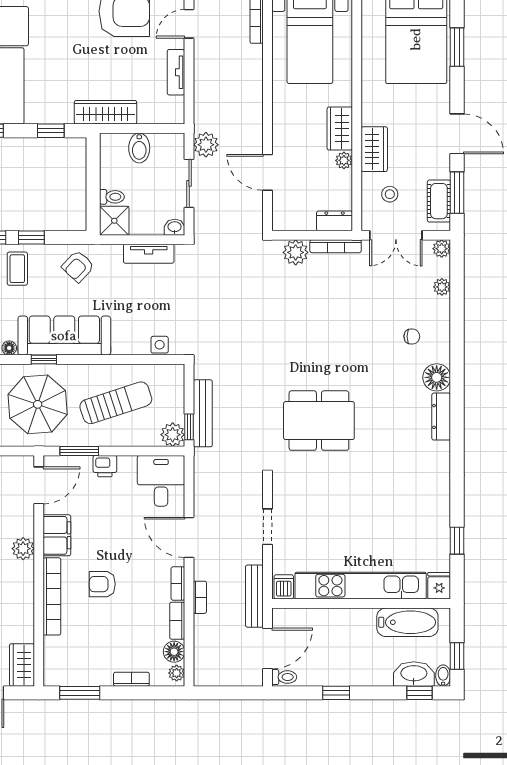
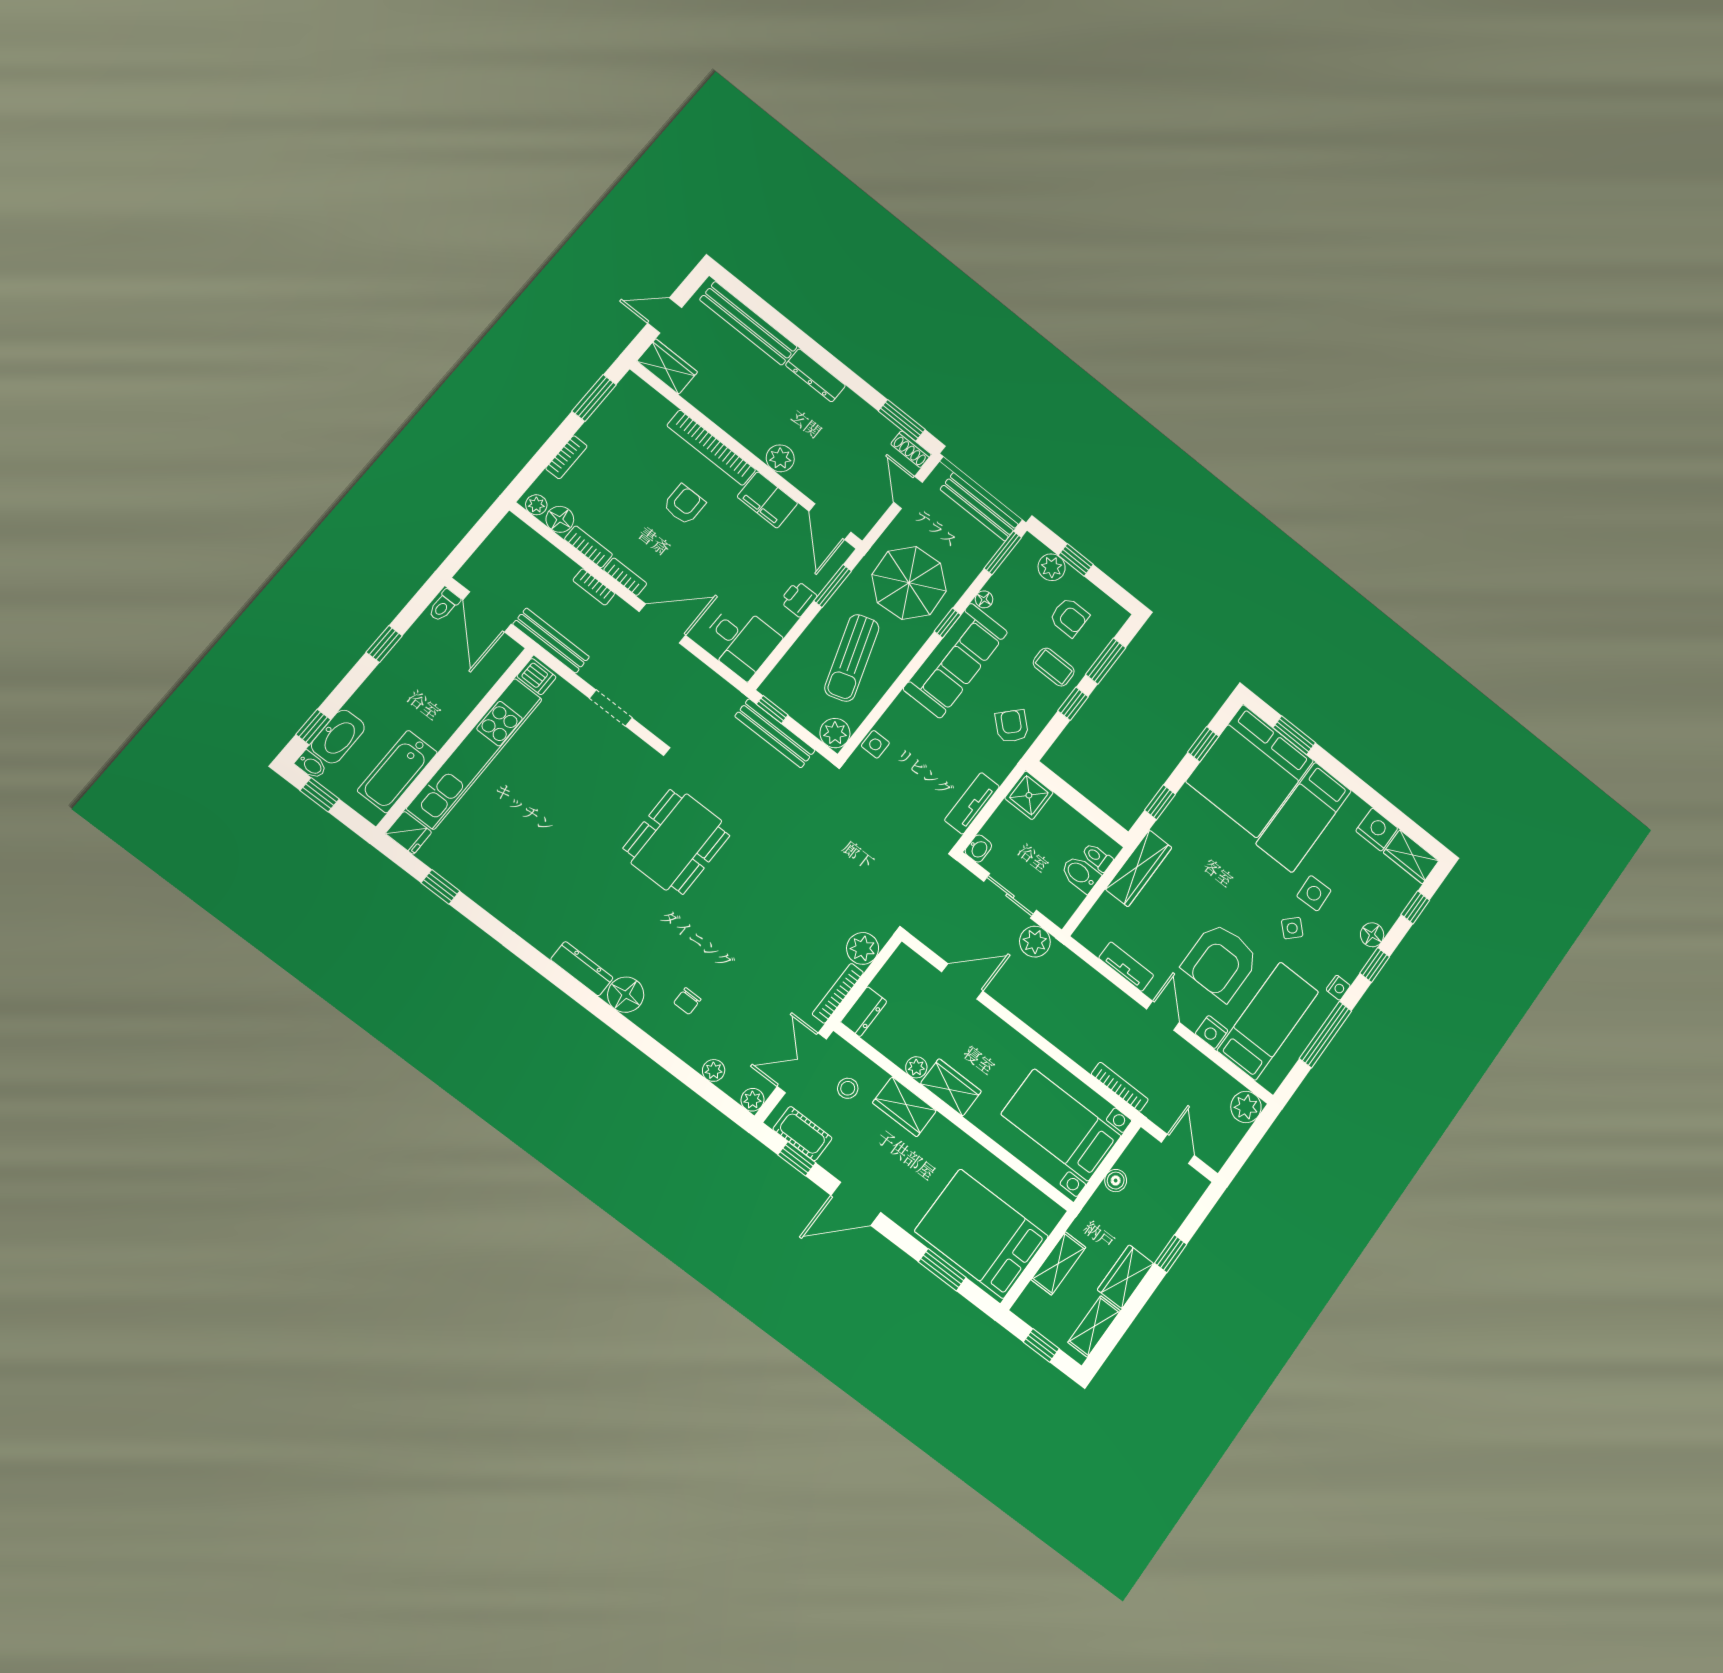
window: (457, 193) -> (797, 1159), width x0.67
toilet: (112, 197) -> (1097, 857), moved, turned 90
plant: (173, 435) -> (835, 733), moved

